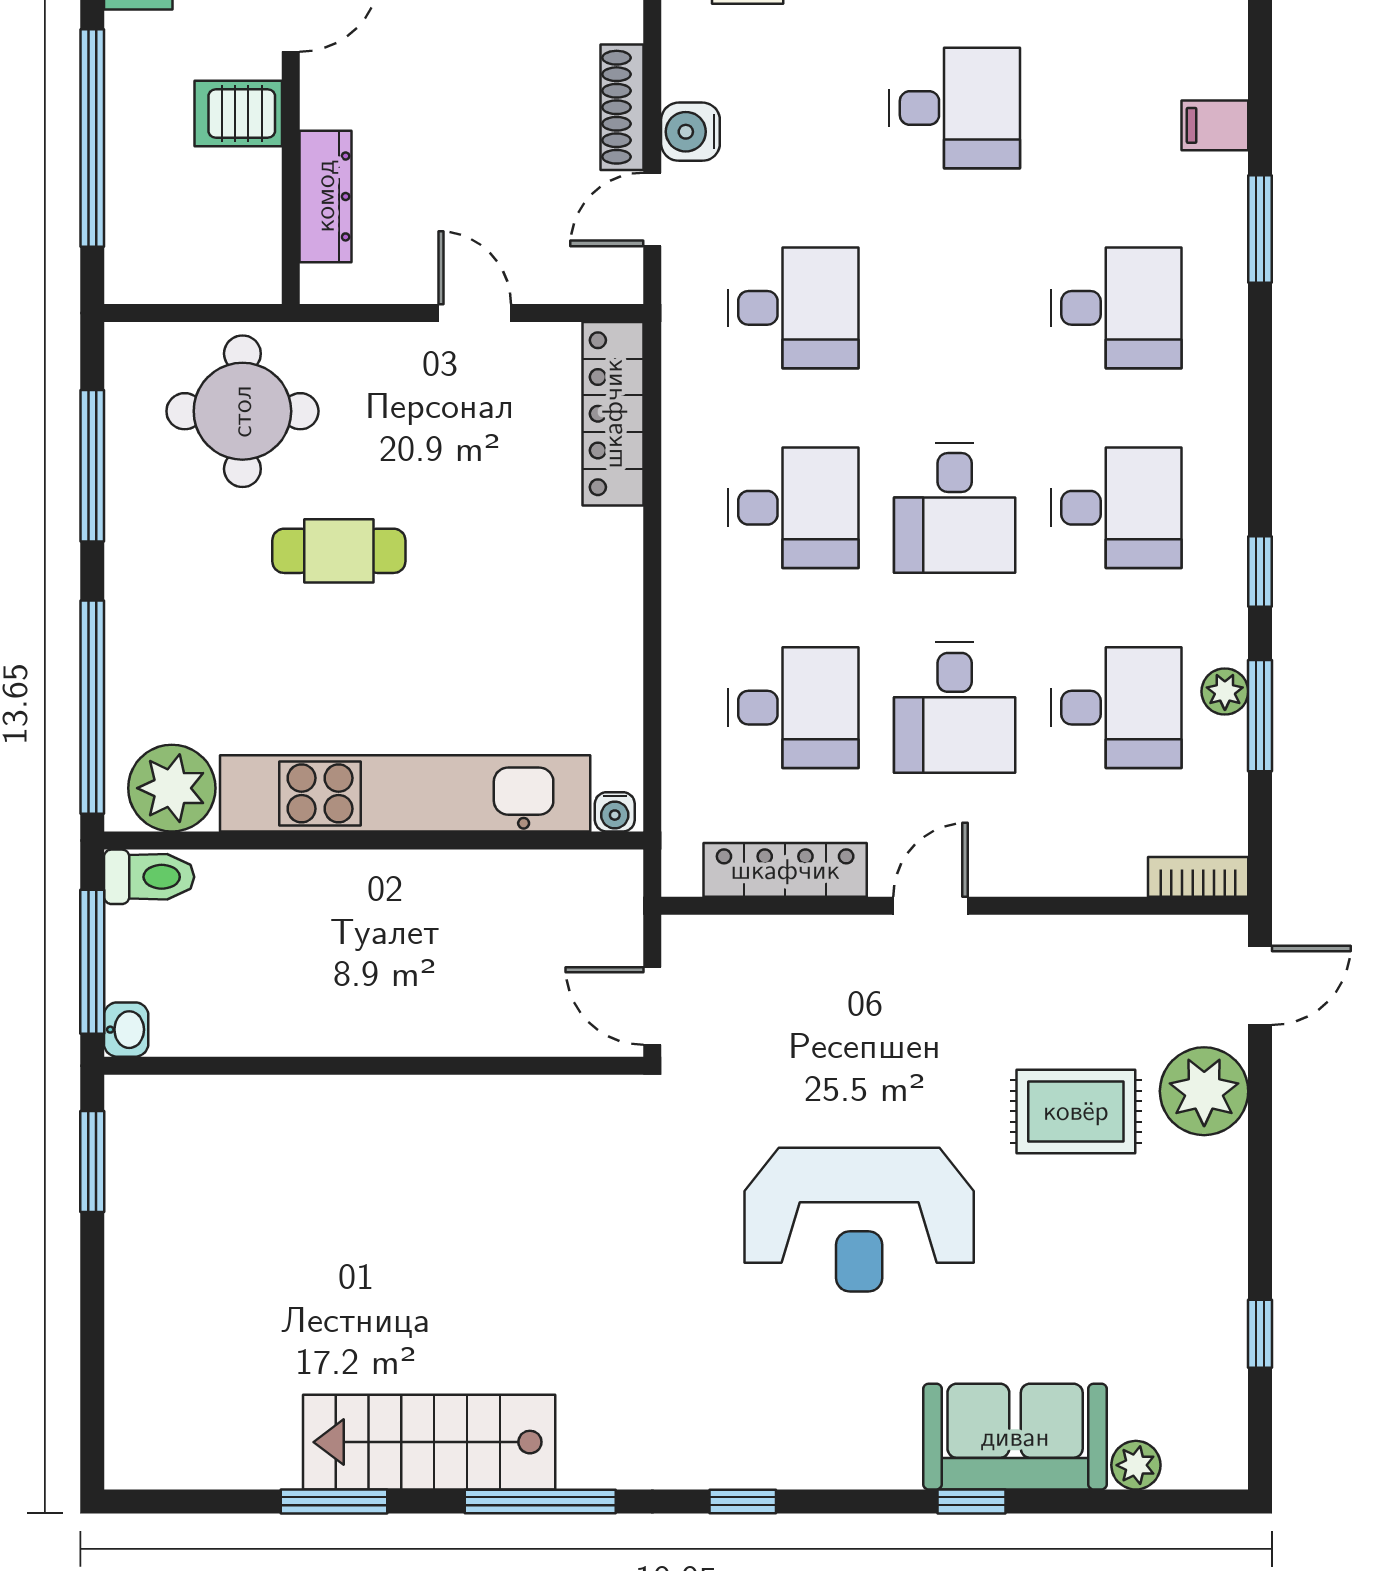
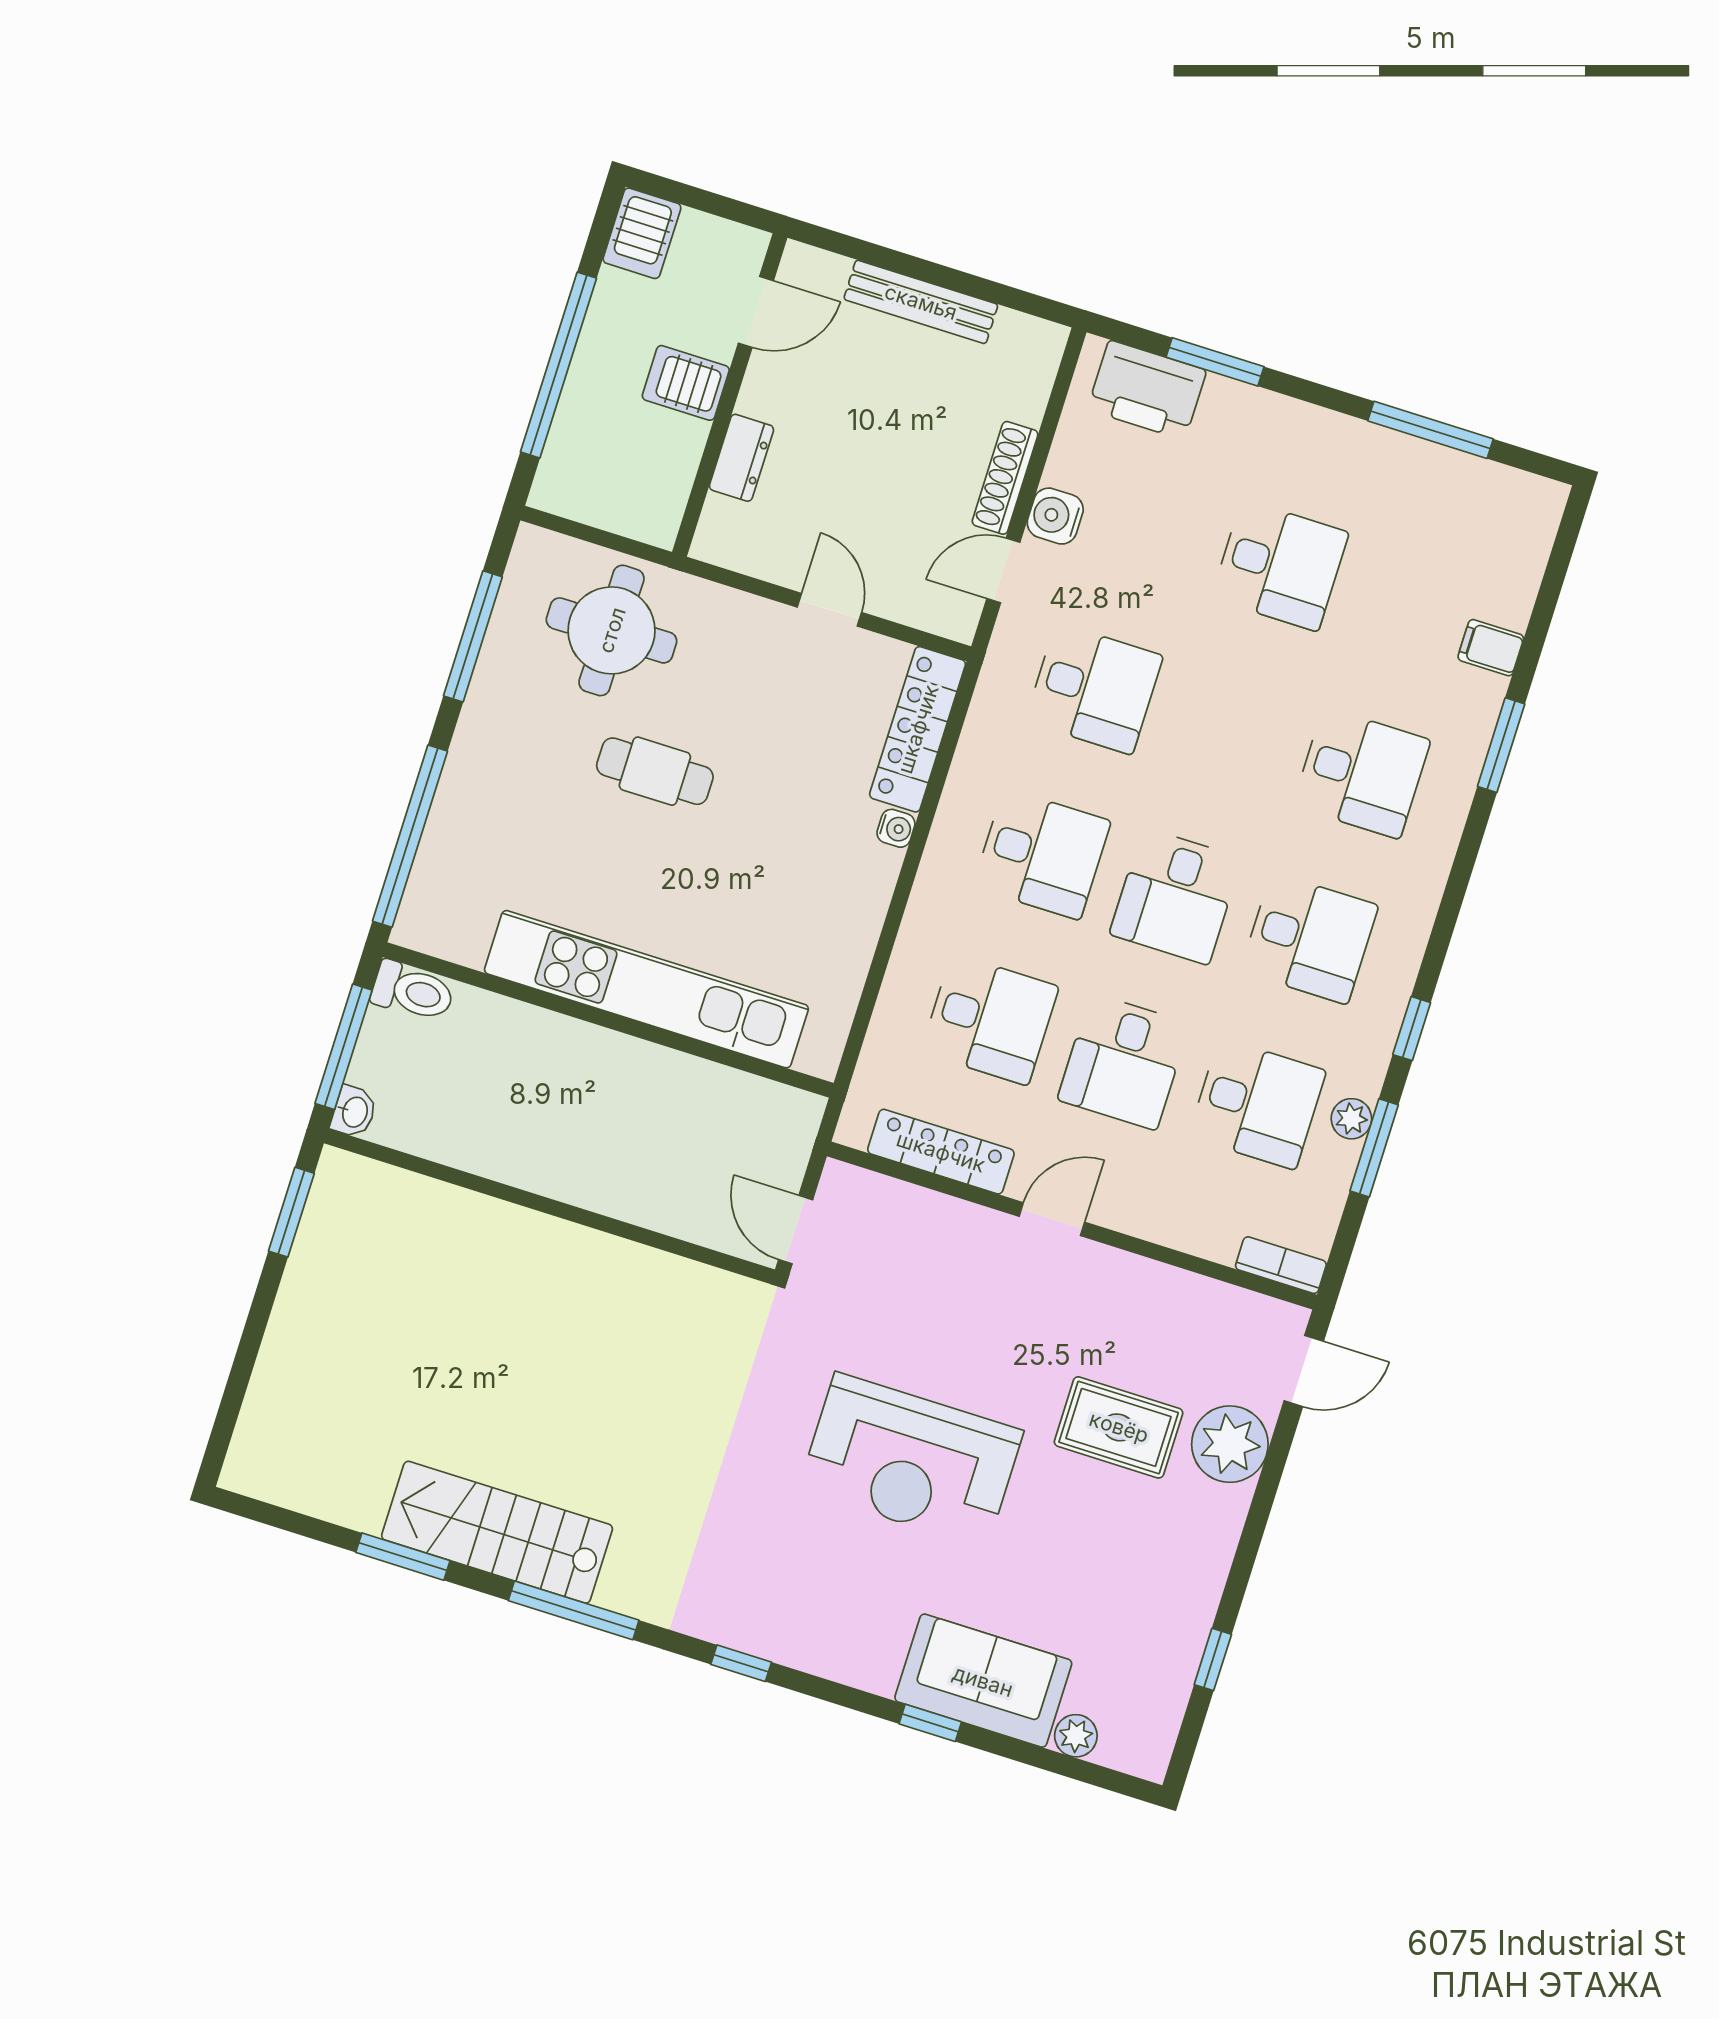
dresser: (325, 196) -> (741, 458), width x0.70
plant: (172, 788) -> (455, 924), removed
water cooler: (615, 812) -> (896, 828), moved, turned -90

